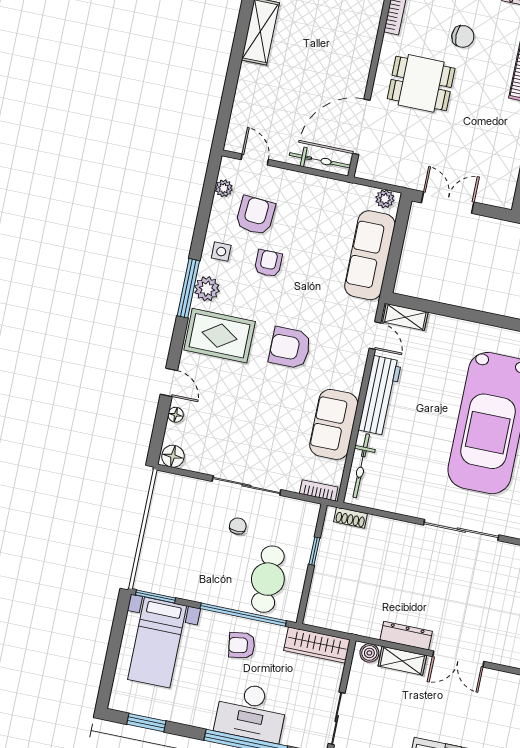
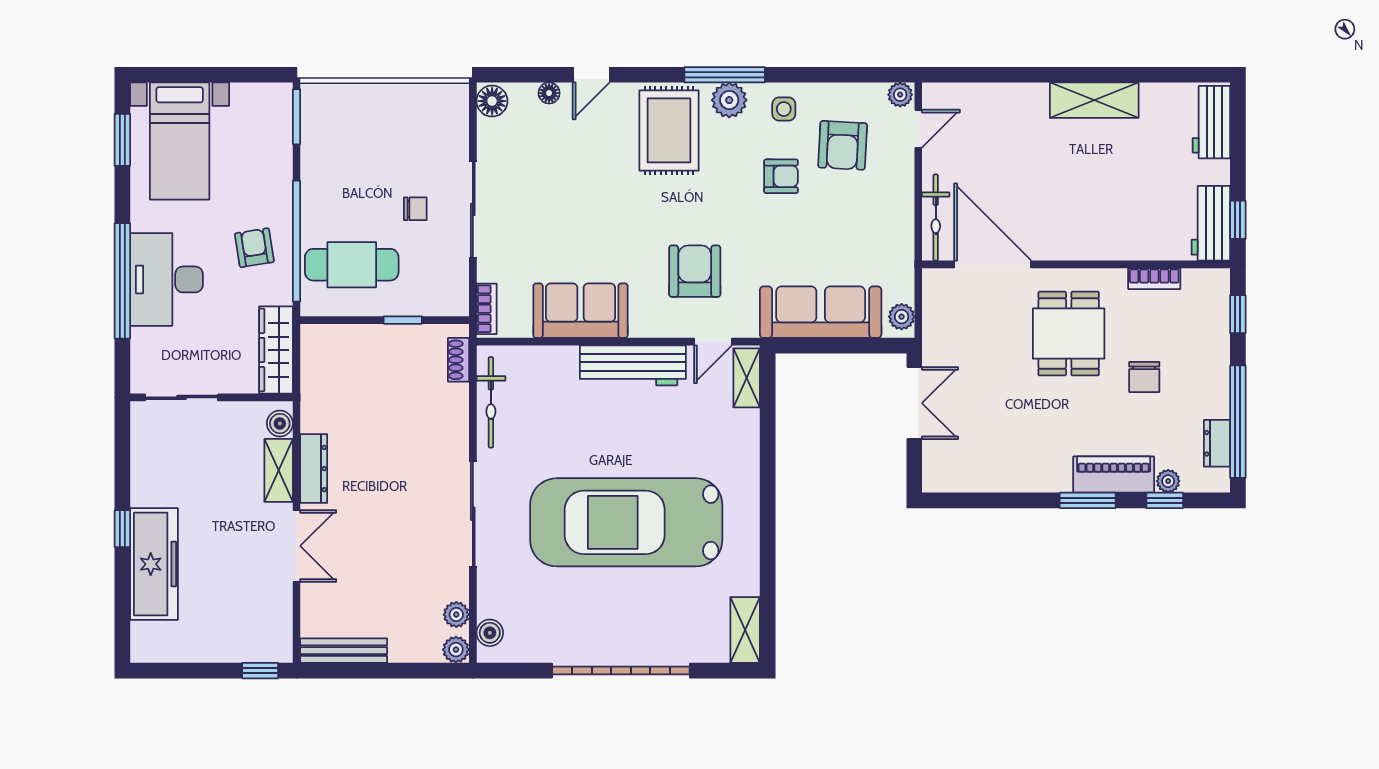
plant: (224, 188) -> (900, 95), moved
armchair: (255, 215) -> (843, 145), turned 89
armchair: (290, 348) -> (695, 271), moved
bicycle: (361, 466) -> (491, 402), moved, turned -90
bed with nightstands: (157, 643) -> (180, 141), moved, turned -90
double door: (458, 659) -> (297, 546), swing flipped

